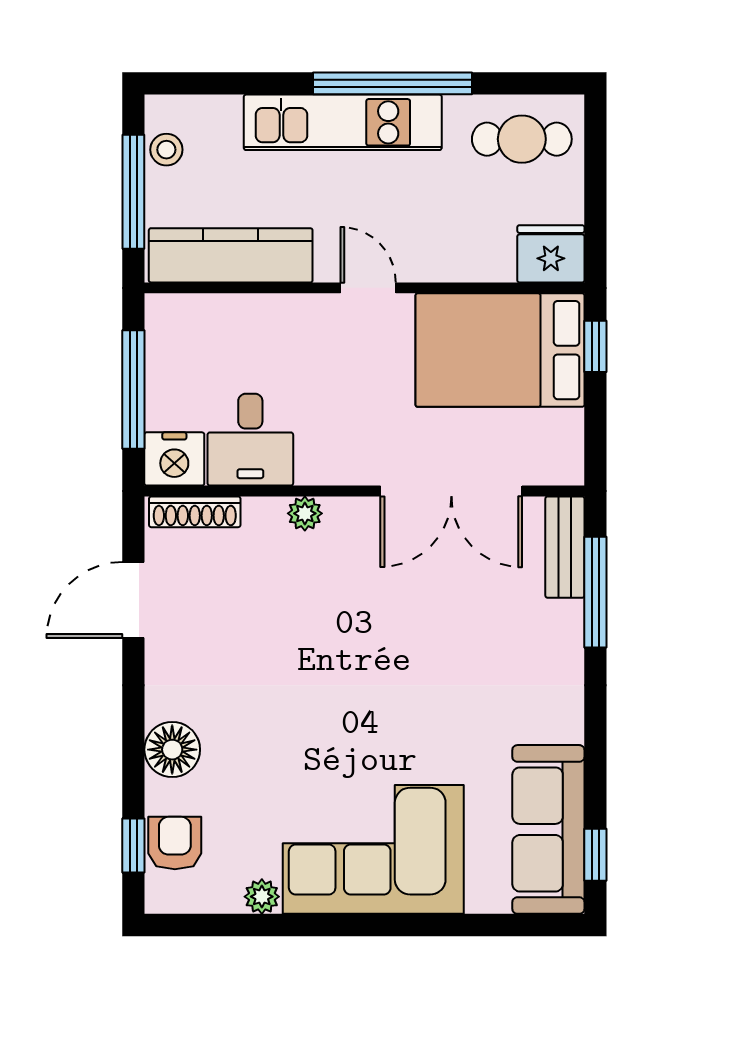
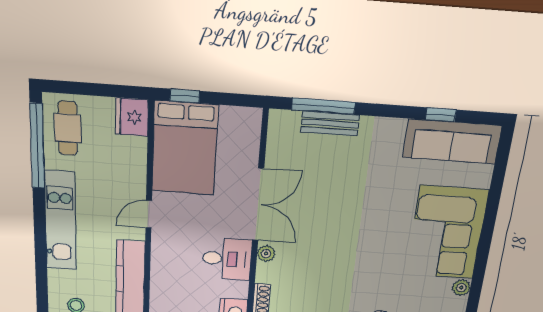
window: (392, 83) -> (37, 146), moved
desk: (250, 440) -> (227, 259), moved
double door: (451, 491) -> (258, 205), moved
bench: (565, 547) -> (330, 124), moved
window: (595, 855) -> (441, 115), moved

